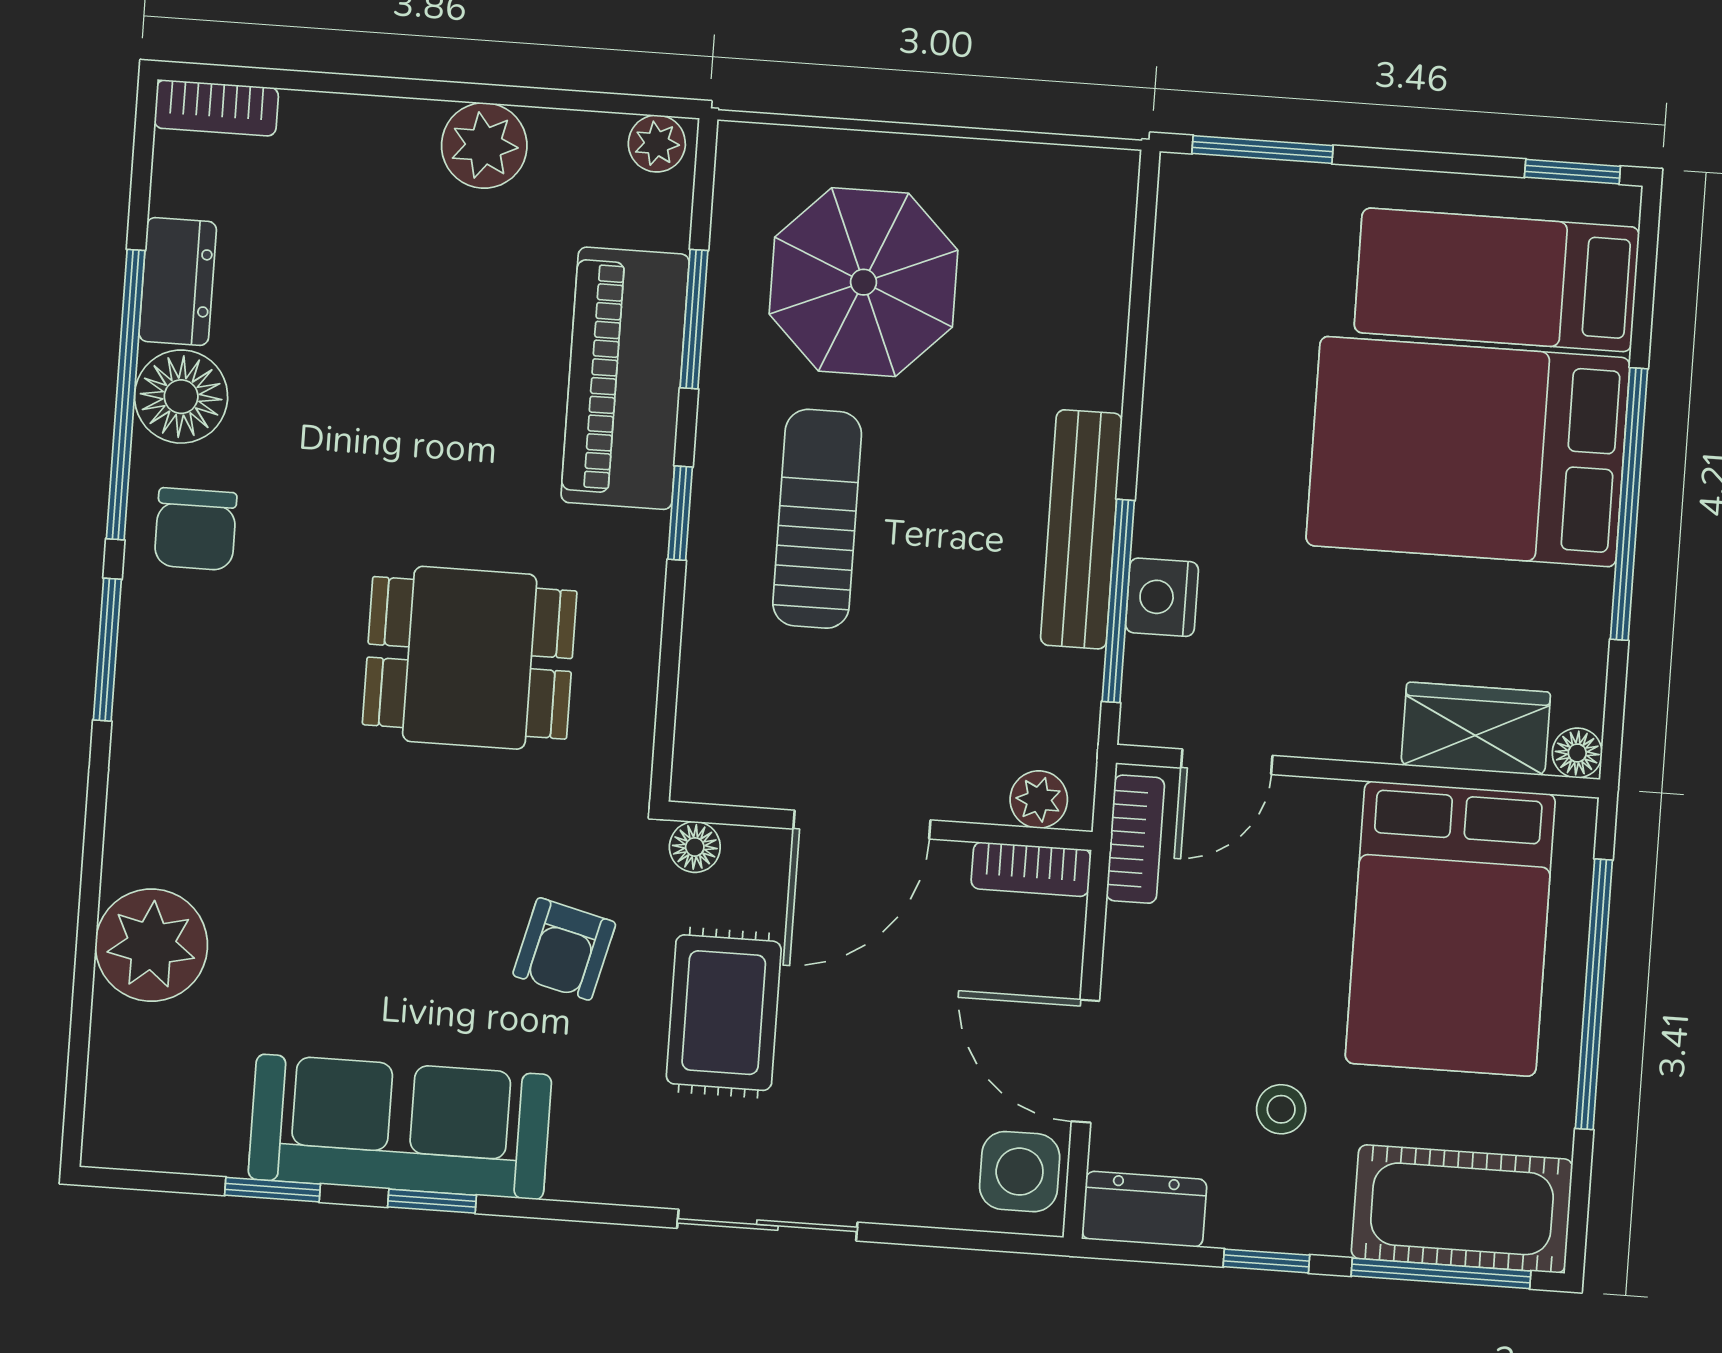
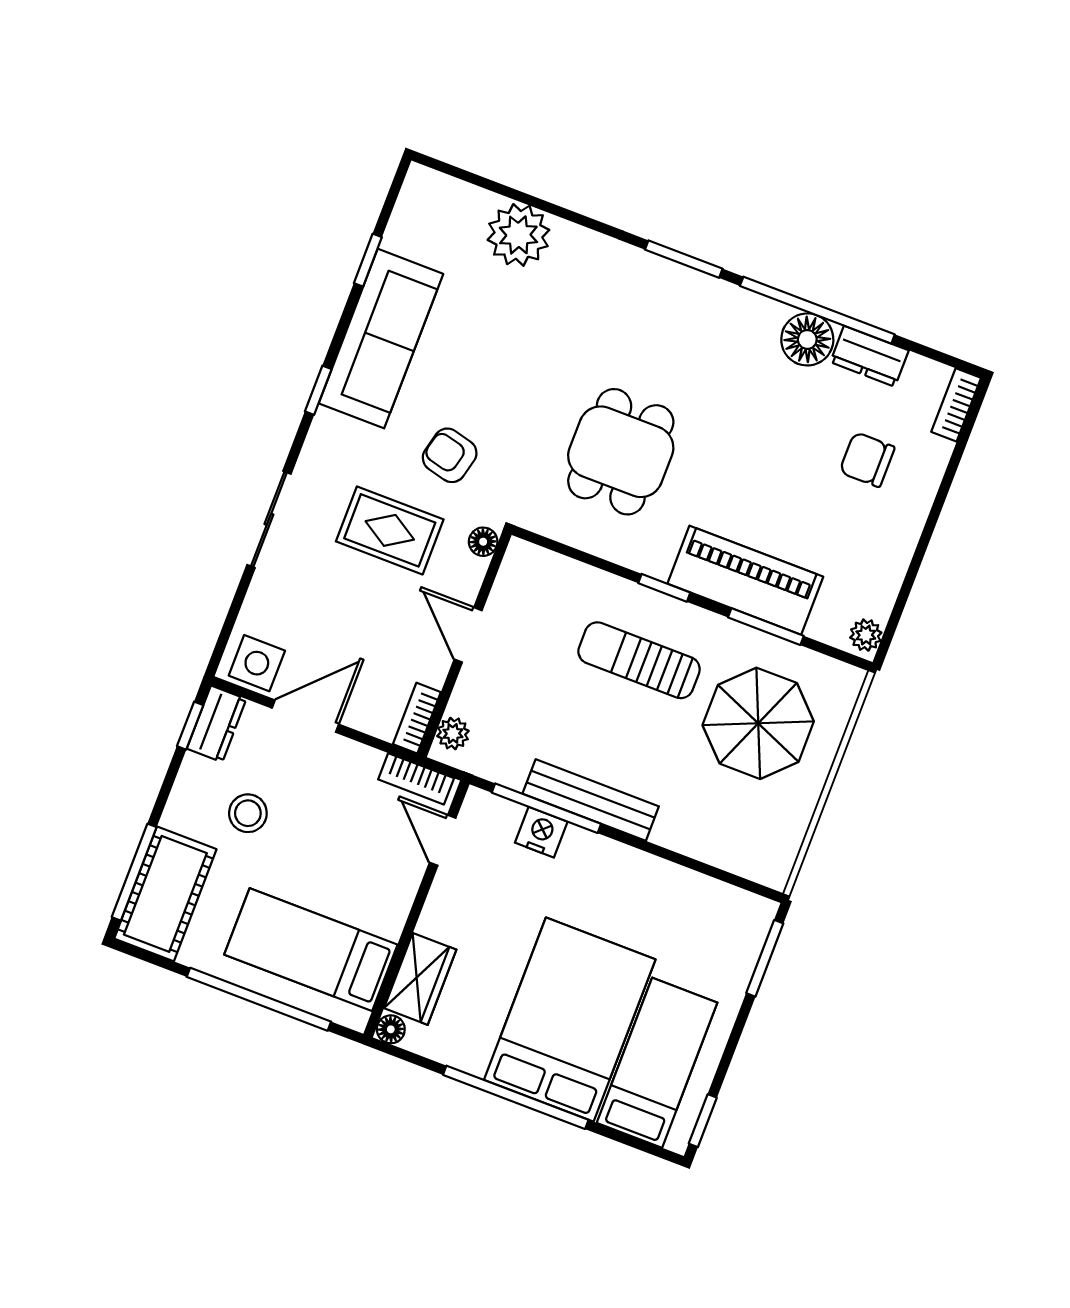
plant: (484, 145) -> (893, 542), removed
sun lounger: (817, 519) -> (639, 660), turned 180
chair: (195, 529) -> (867, 460), moved
door: (862, 825) -> (468, 635), width x0.73
bed: (1450, 929) -> (311, 950), width x0.67
stool: (1281, 1109) -> (248, 813), width x1.37, depth x1.37
window: (432, 1201) -> (318, 390), moved
window: (1266, 1261) -> (190, 726), moved

